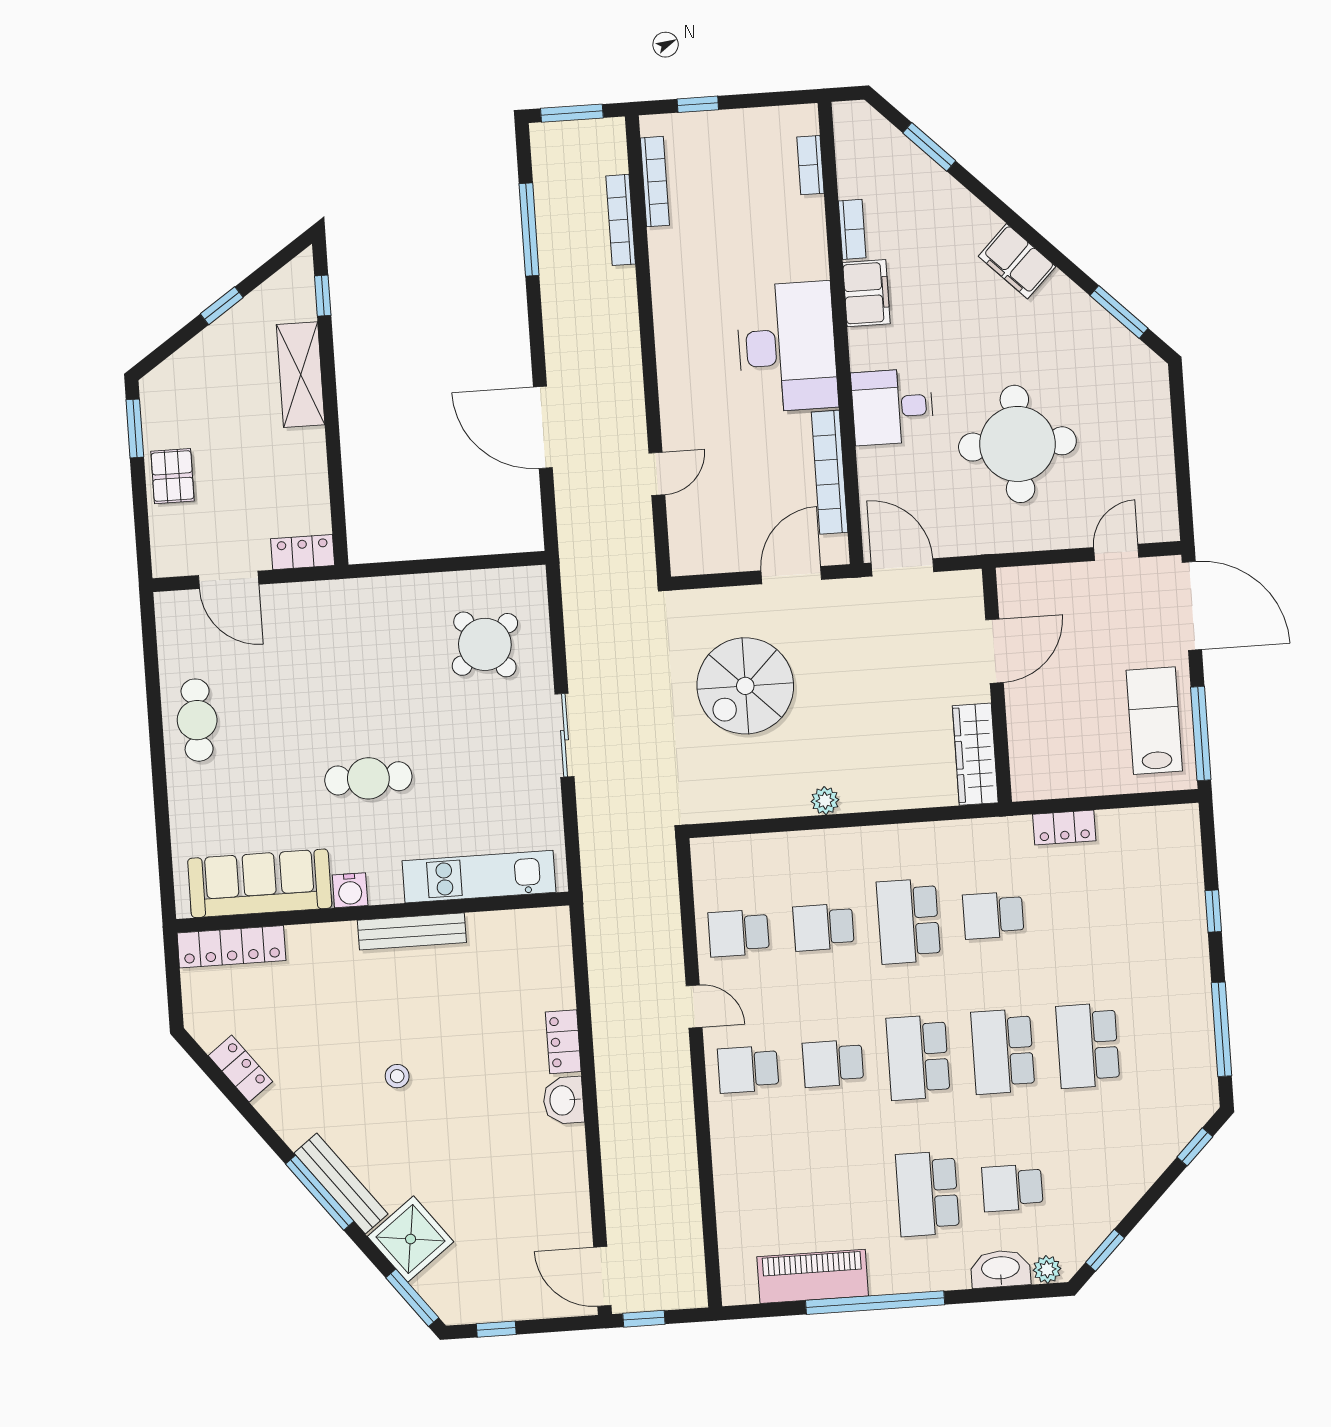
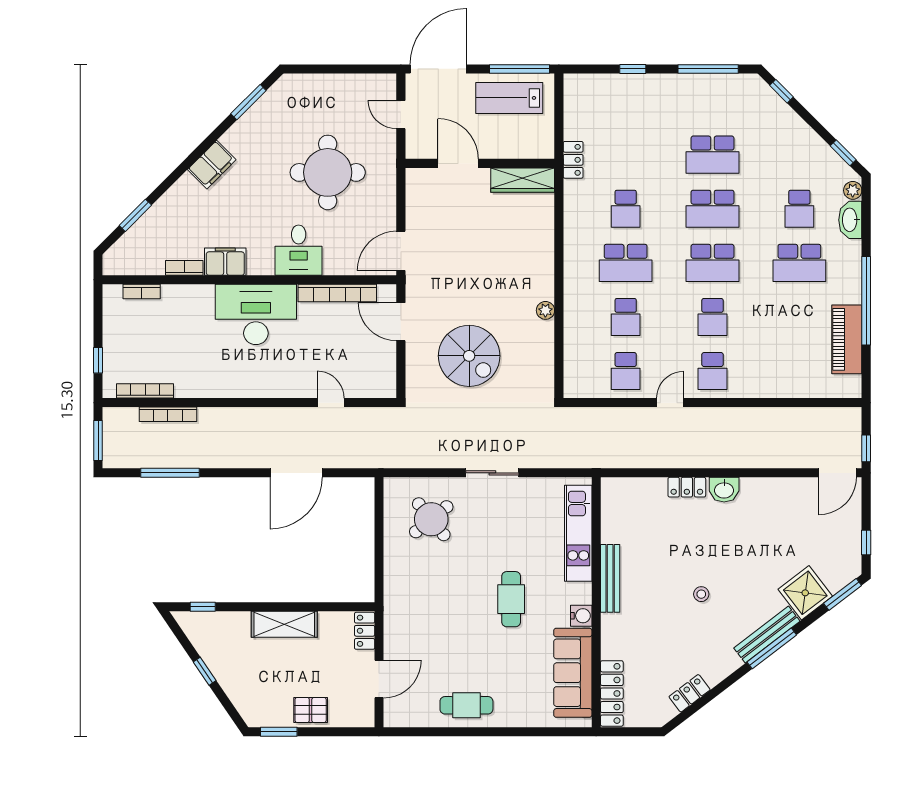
shelving: (301, 375) -> (284, 624), moved
door: (994, 651) -> (458, 163), moved
wall: (997, 685) -> (480, 163), moved
wardrobe: (975, 754) -> (523, 180), moved

